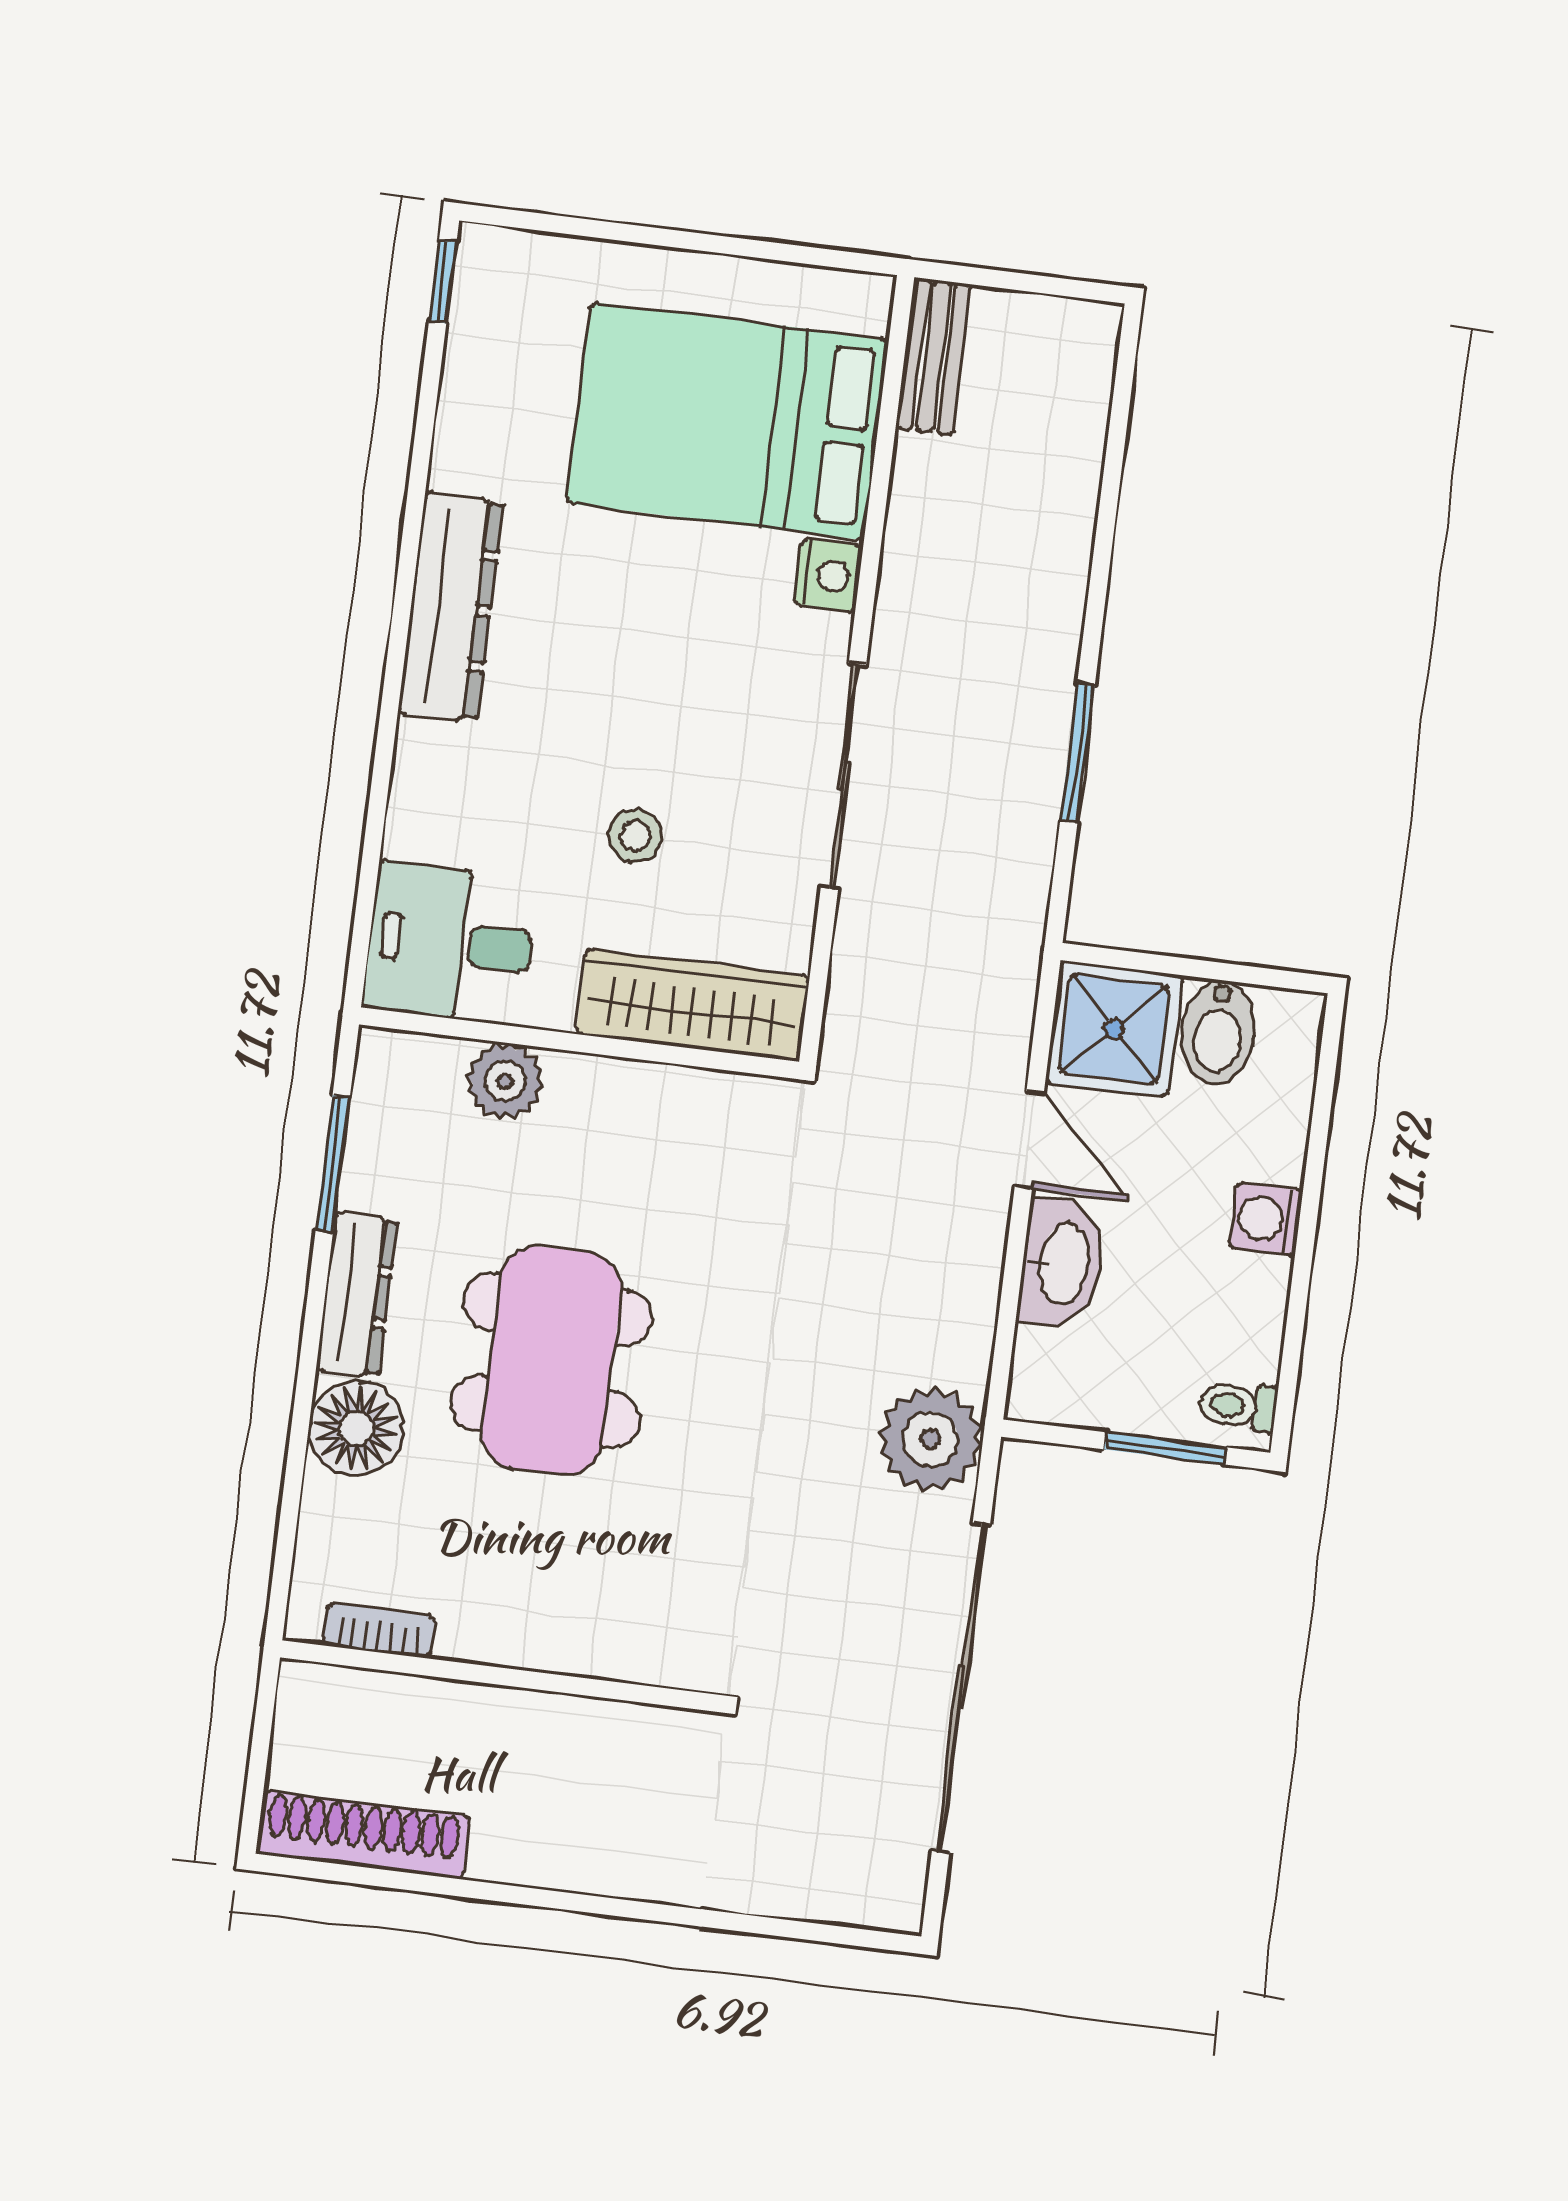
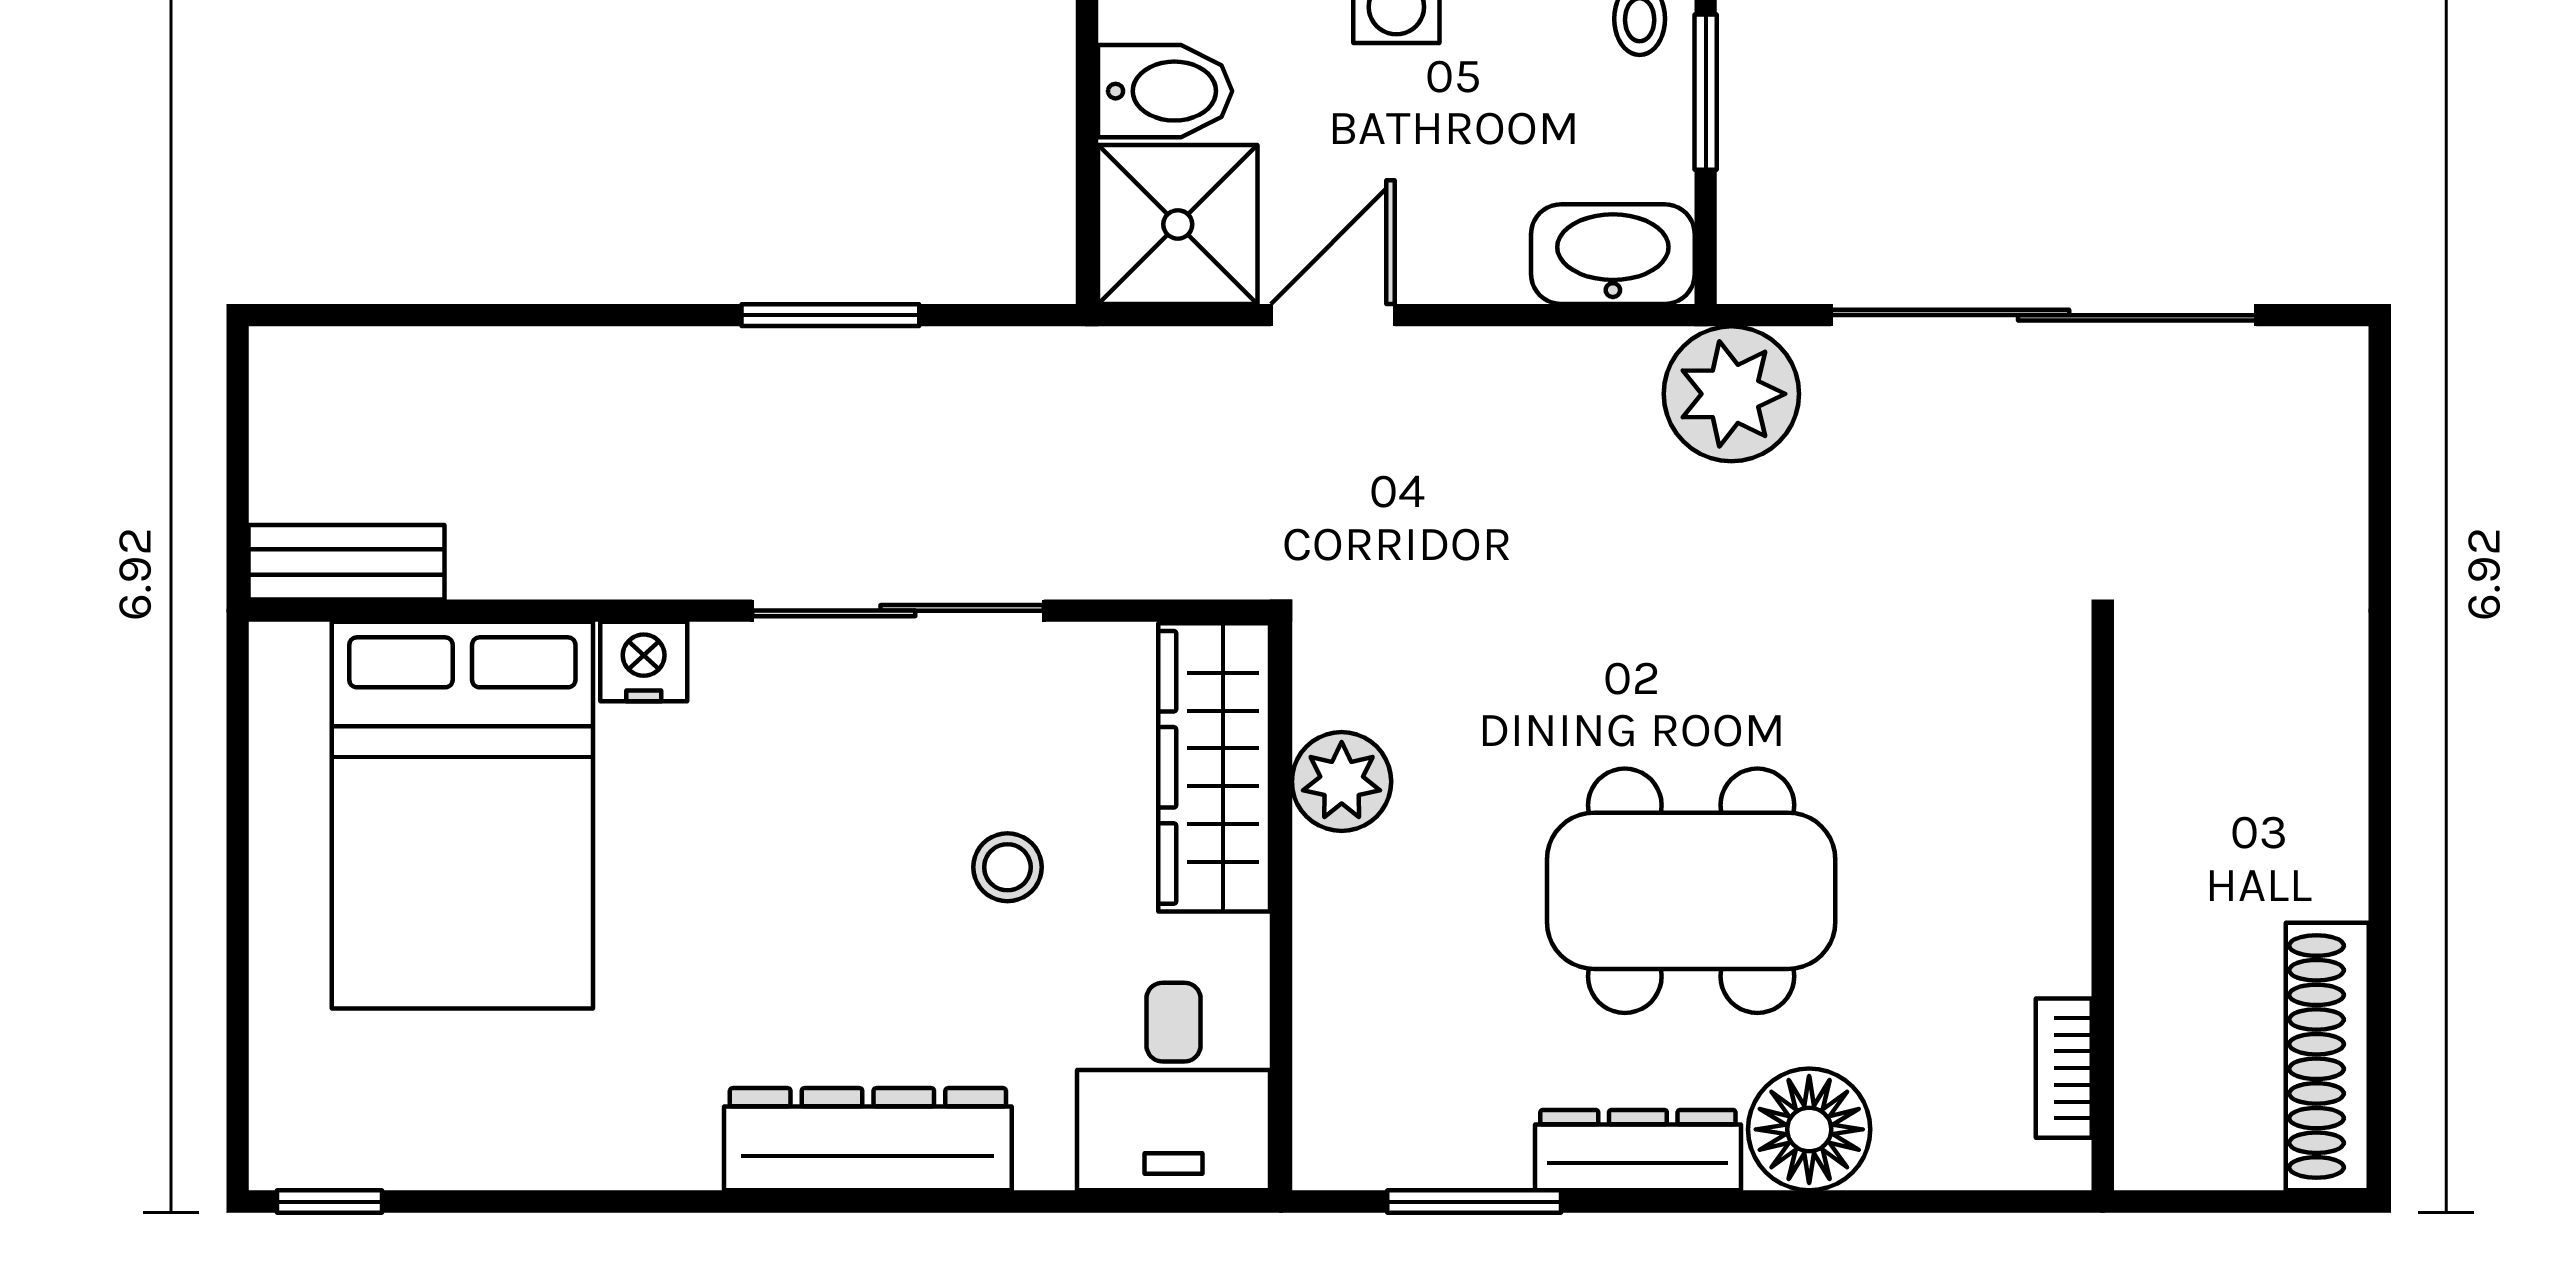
dresser: (451, 607) -> (868, 1139), moved
plant: (505, 1081) -> (1342, 782), moved
washbasin: (1062, 1263) -> (1613, 254), moved

